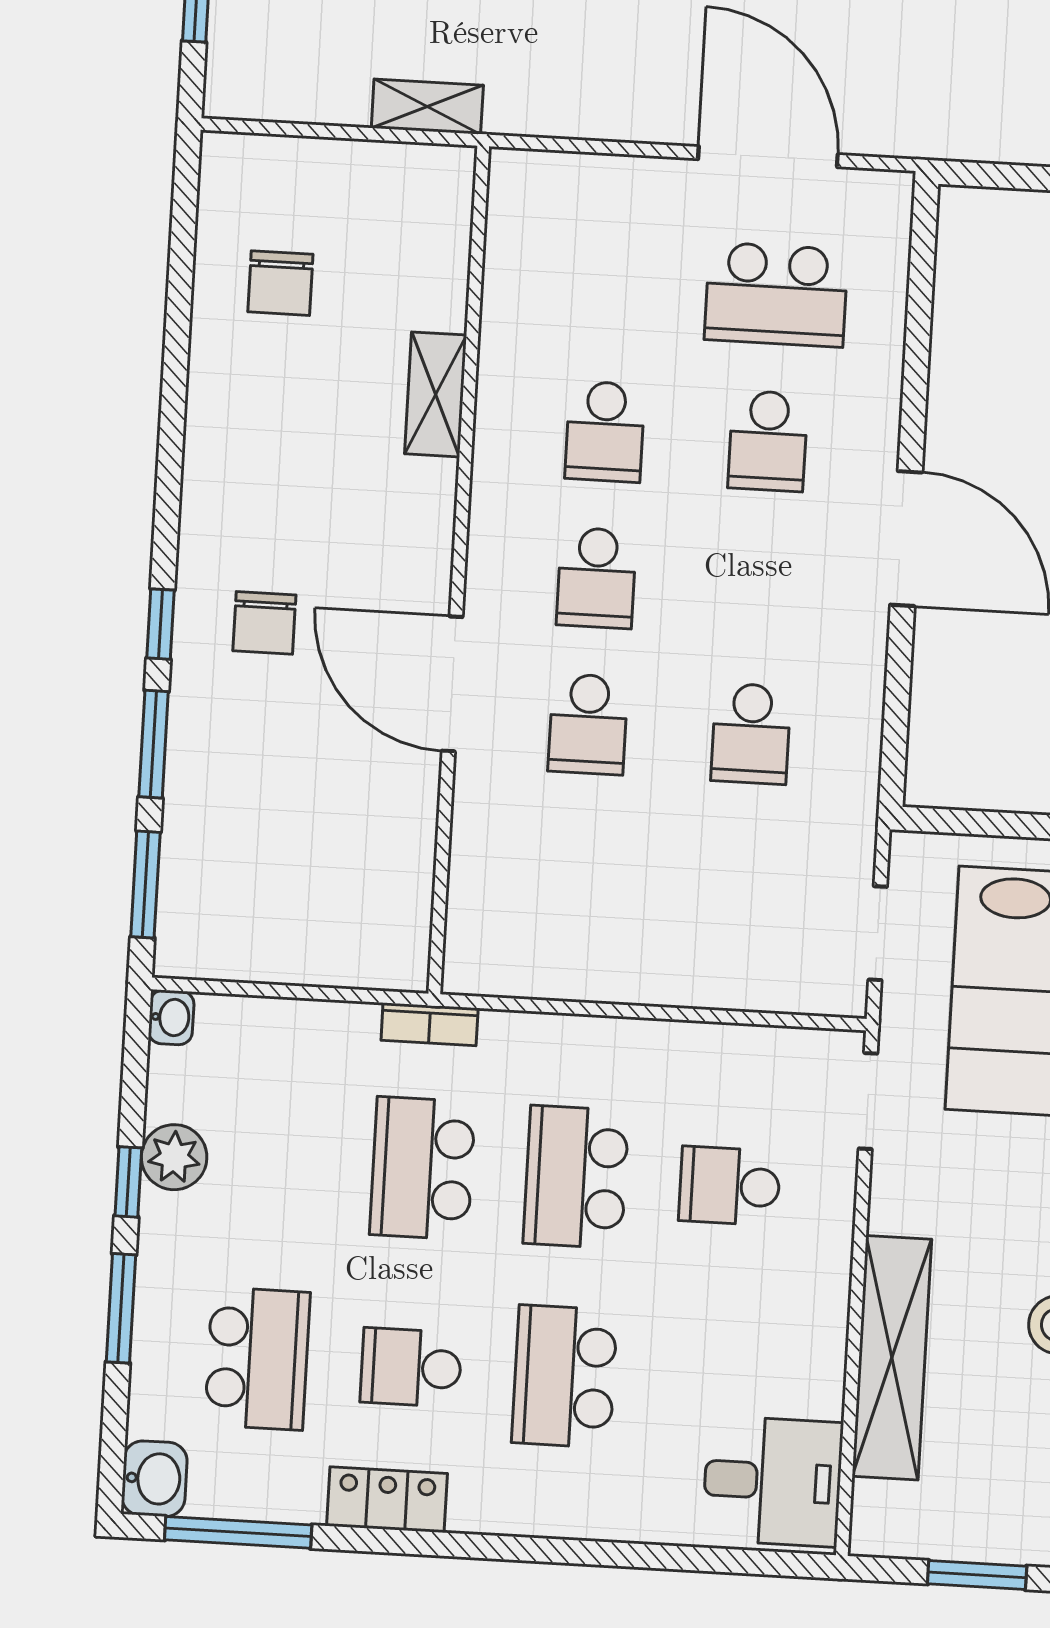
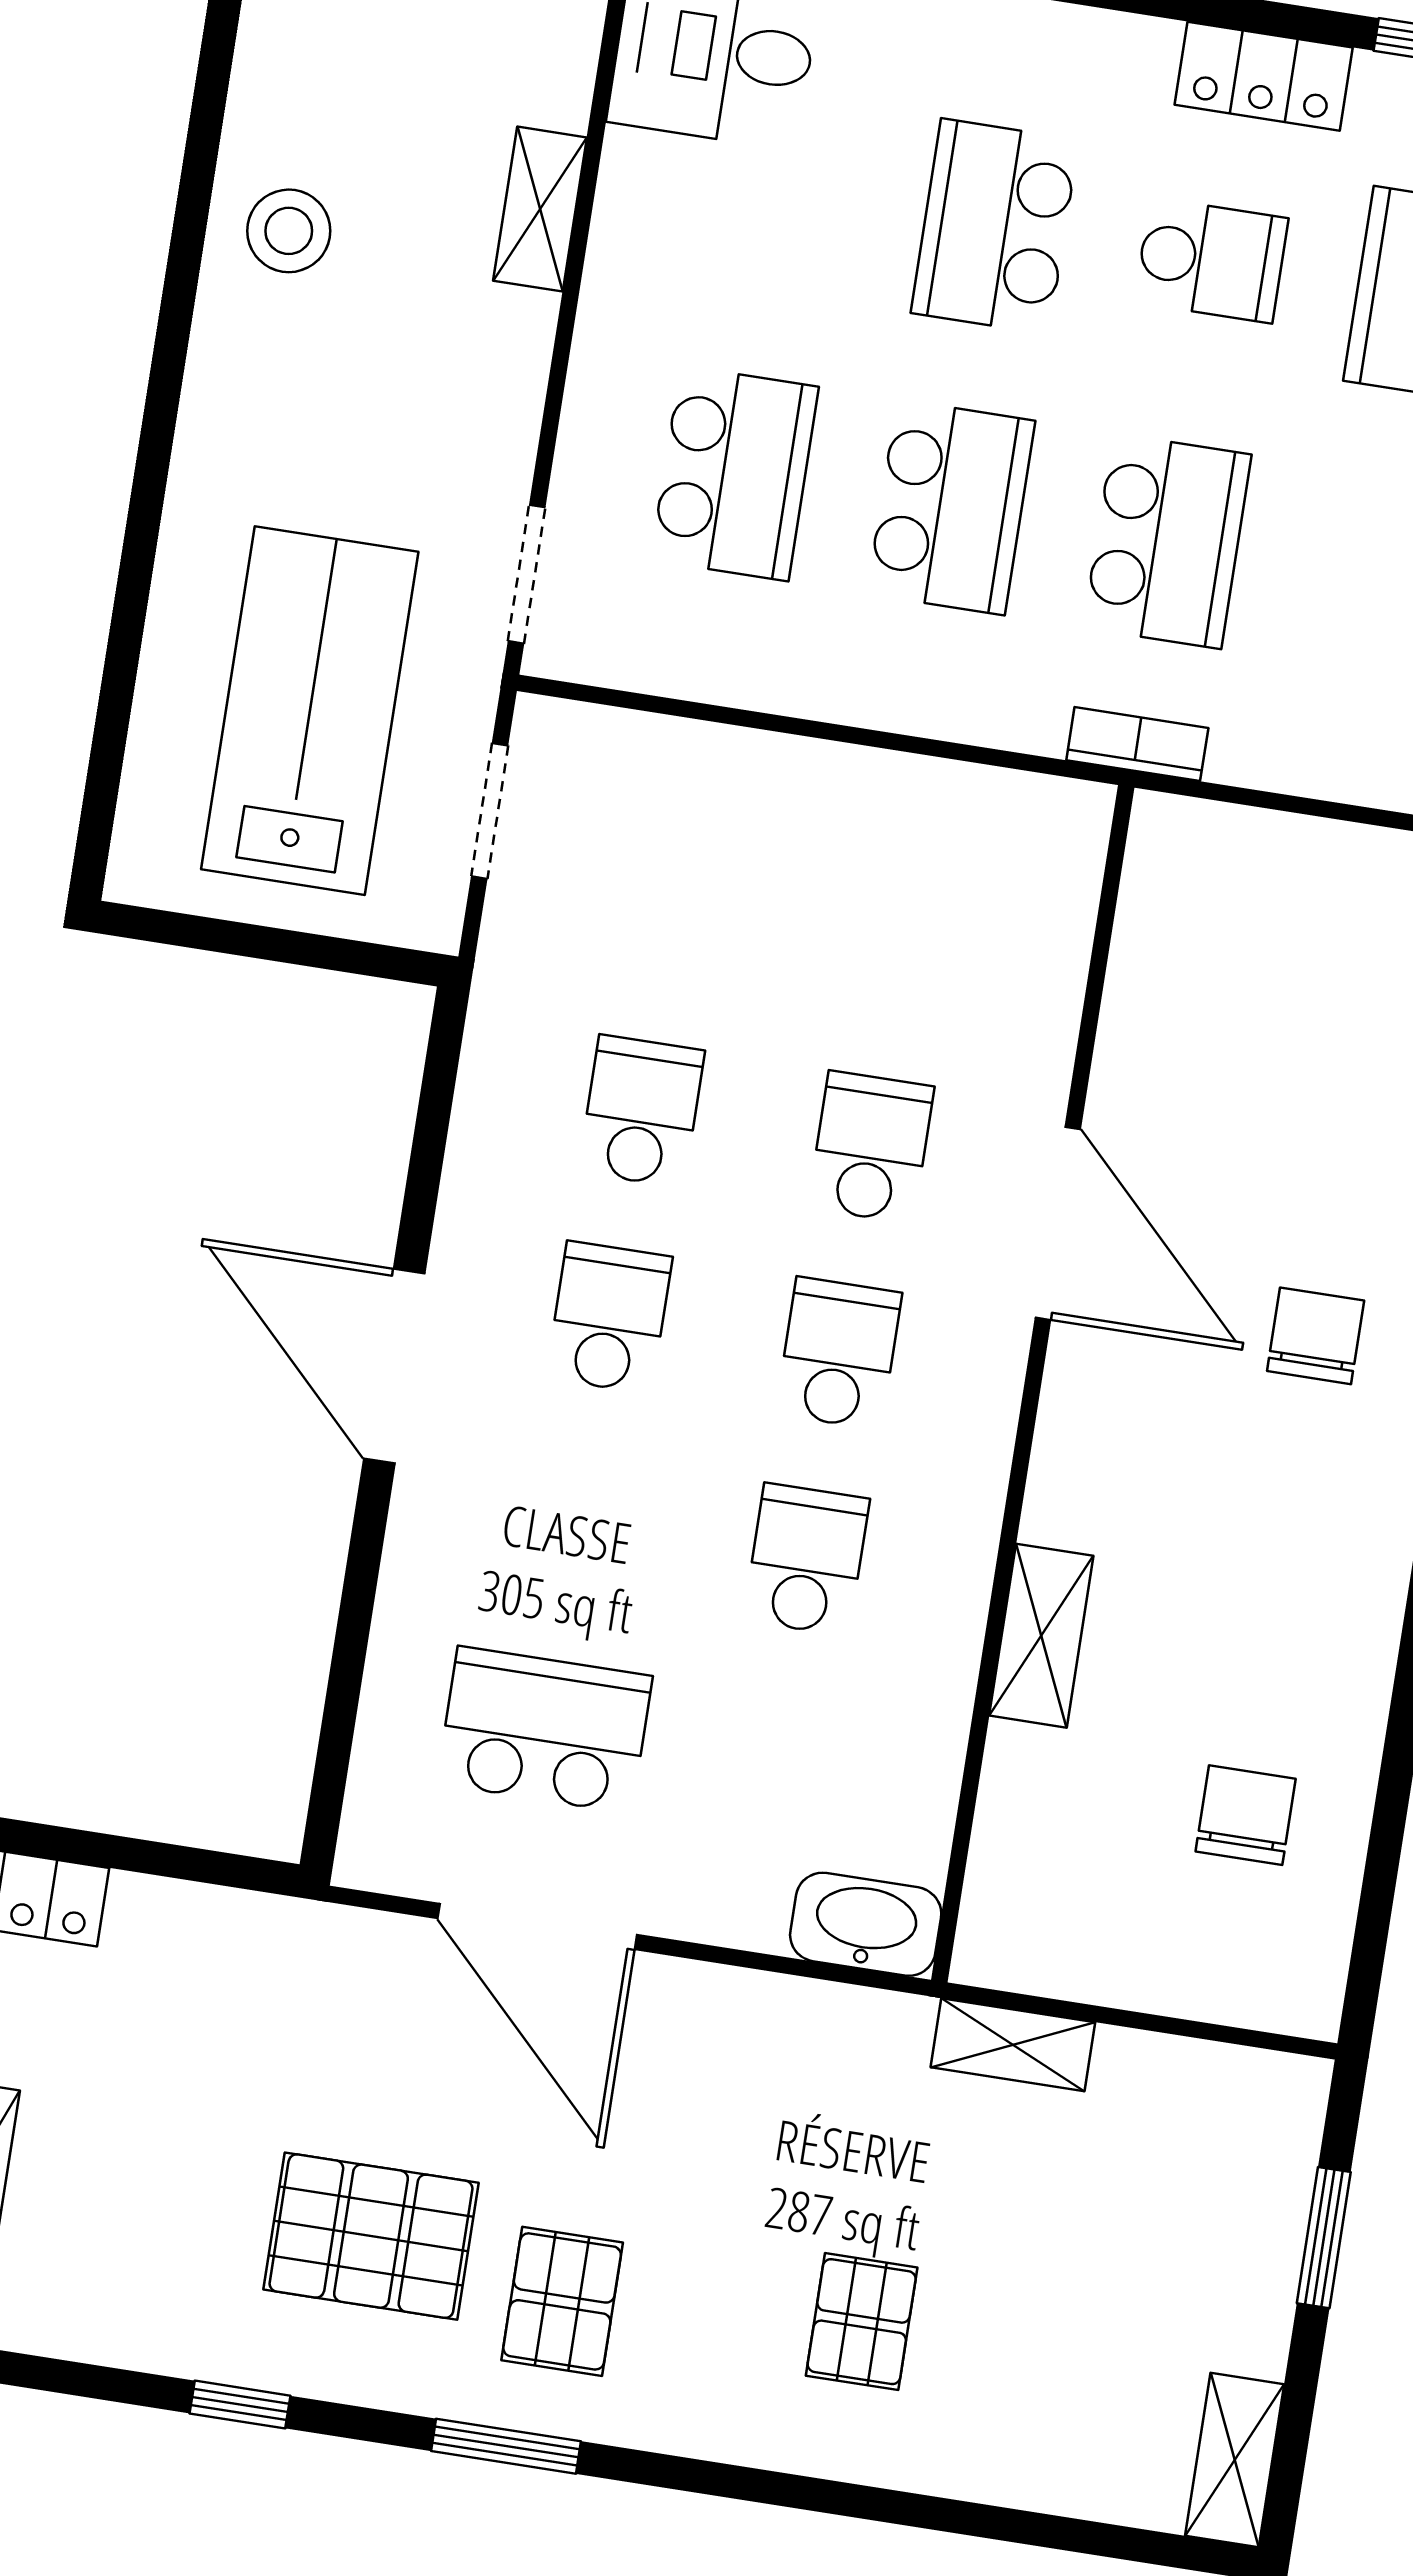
washbasin: (538, 181) -> (866, 1924), added
school desk: (768, 441) -> (609, 1317), moved
school desk: (730, 1186) -> (735, 473), width x1.85
shelving: (892, 1358) -> (540, 209), width x0.45, depth x0.75
school desk: (565, 1376) -> (995, 226), turned 180

